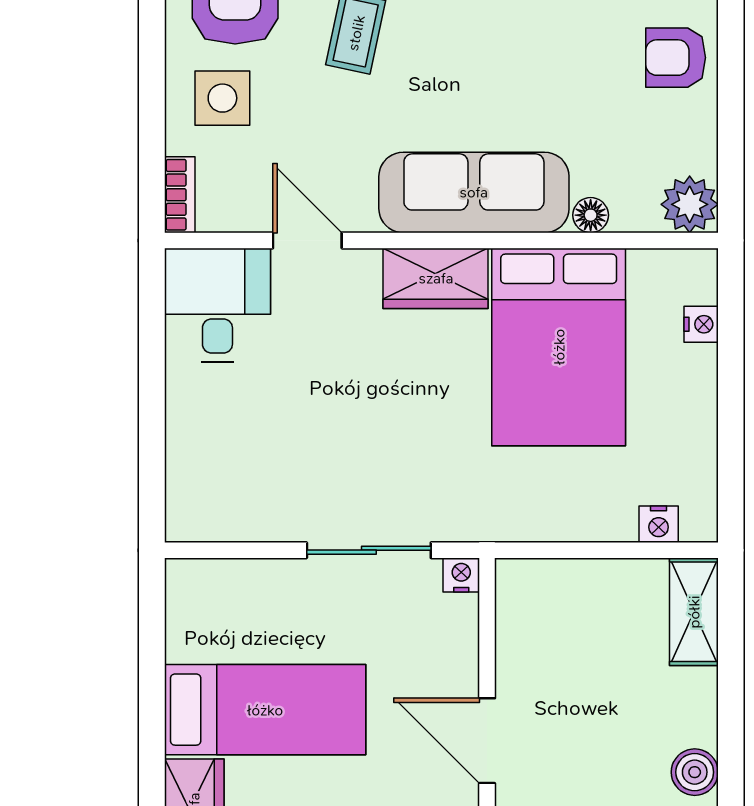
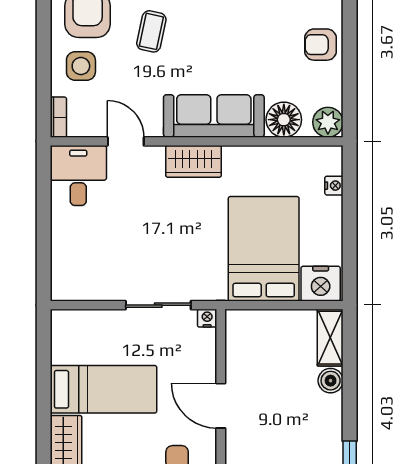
floor lamp: (591, 215) -> (284, 120), width x1.89, depth x1.89
bed: (559, 347) -> (264, 249), moved, turned 180
nightstand: (659, 524) -> (321, 284), width x1.89, depth x1.79
boiler: (695, 772) -> (331, 381), moved

